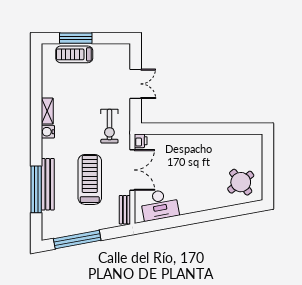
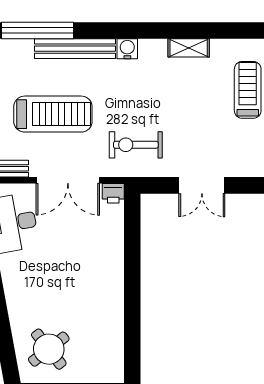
shelving: (47, 111) -> (189, 48), moved
bench: (48, 184) -> (75, 49), moved

